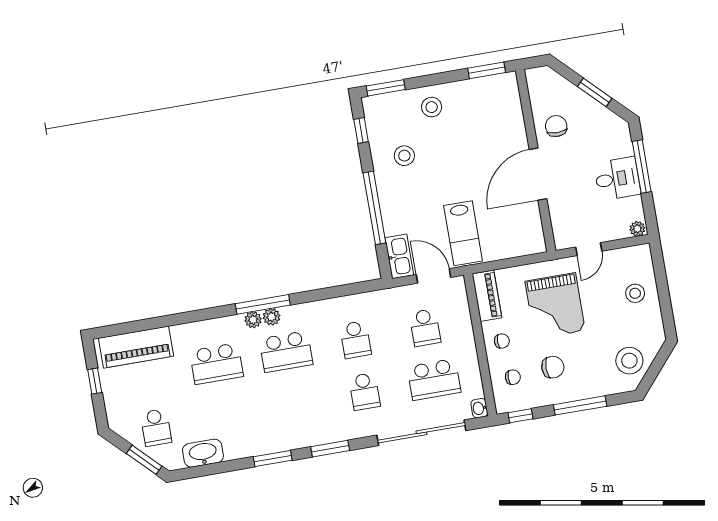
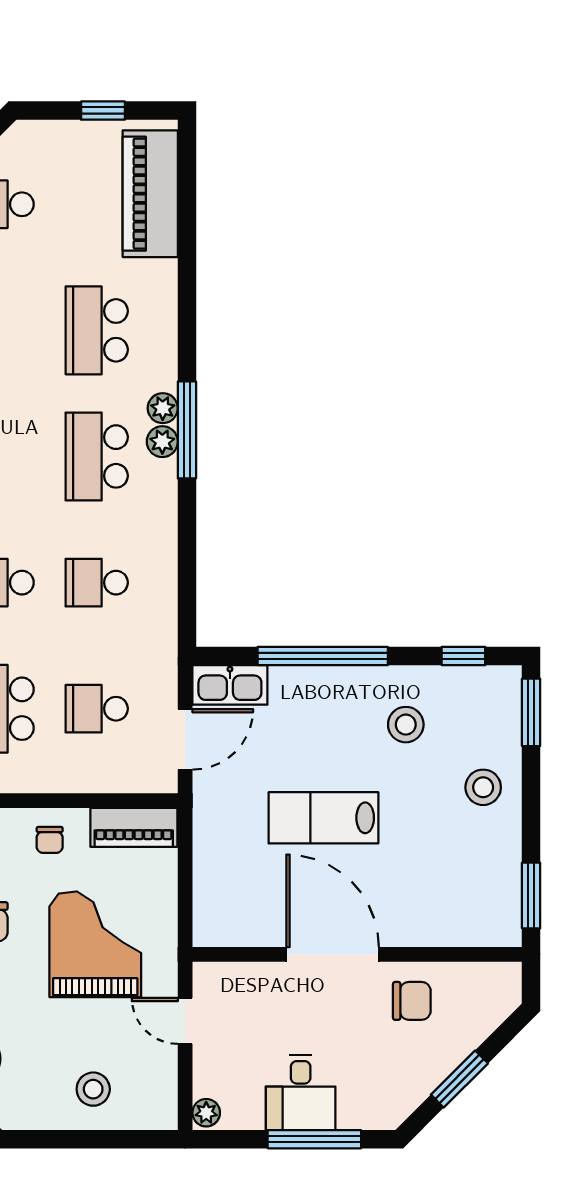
lab bench: (463, 233) -> (323, 818), moved
grand piano: (555, 306) -> (95, 944), turned 90

